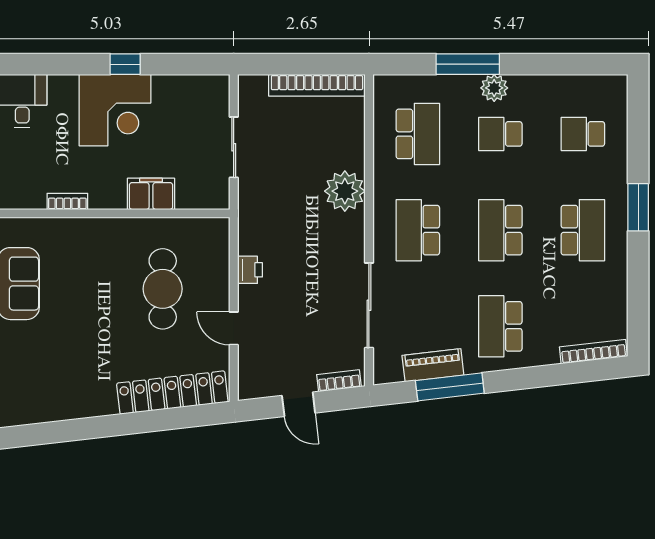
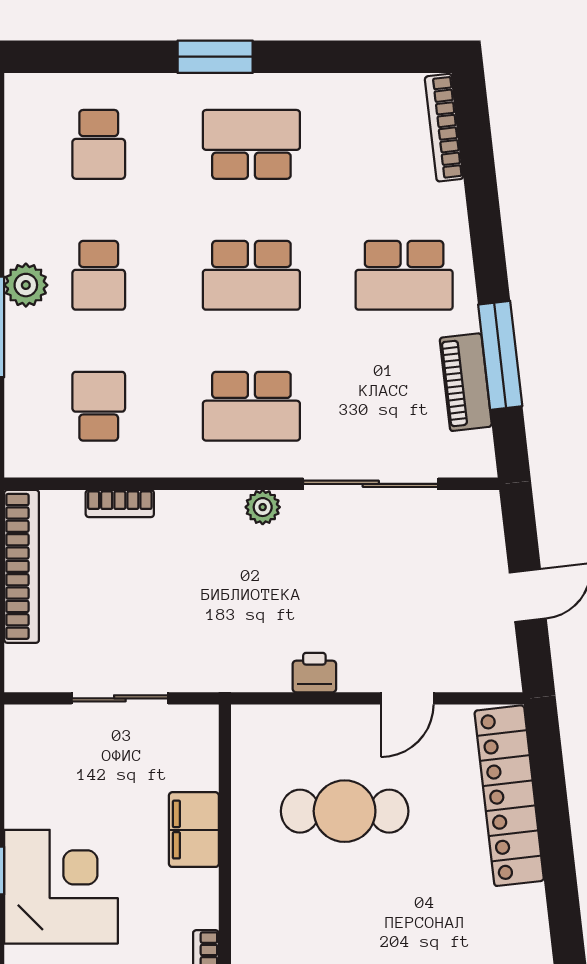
school desk: (418, 134) -> (99, 406), width x0.54
plant: (345, 191) -> (263, 507), moved, width x0.53, depth x0.53
bookcase: (339, 381) -> (120, 504), moved, turned -83

